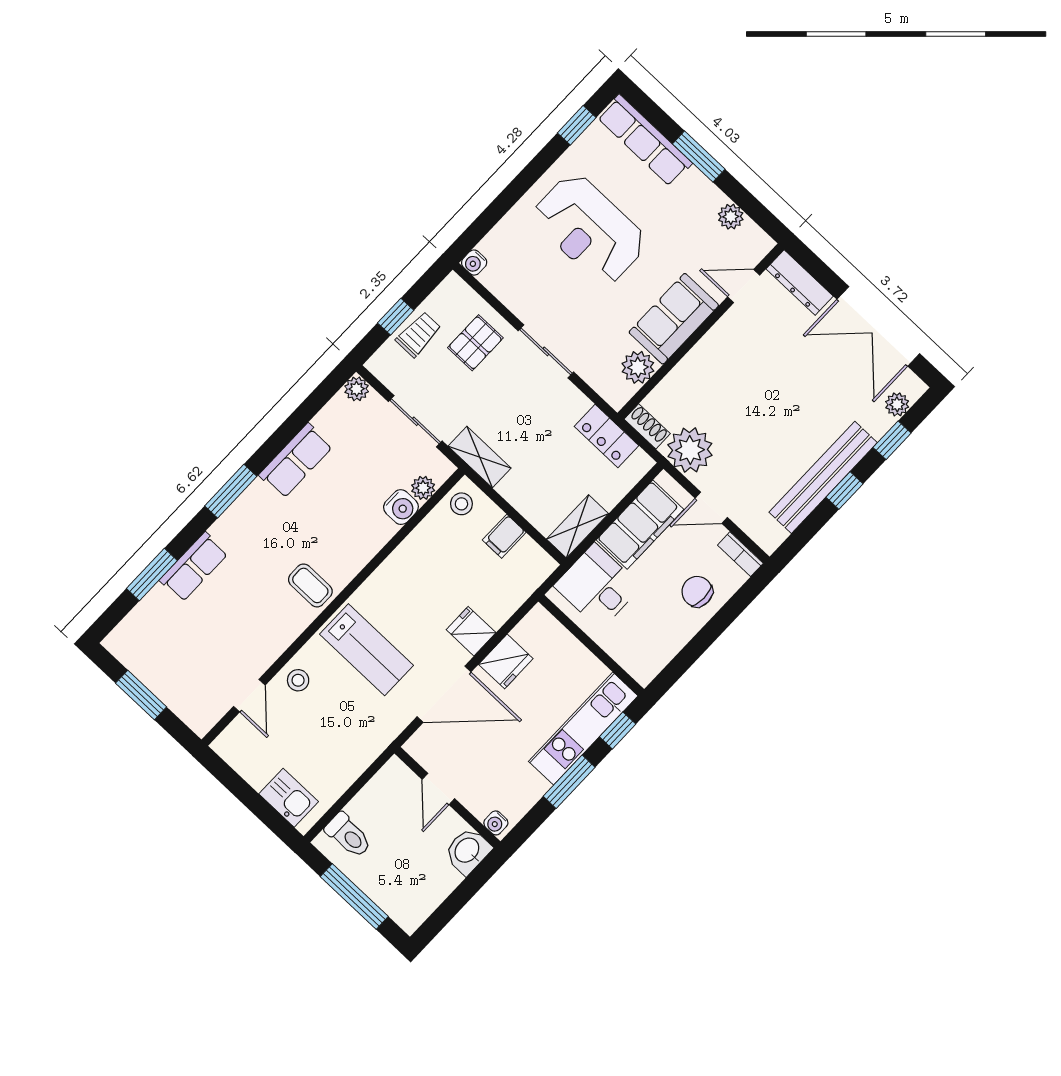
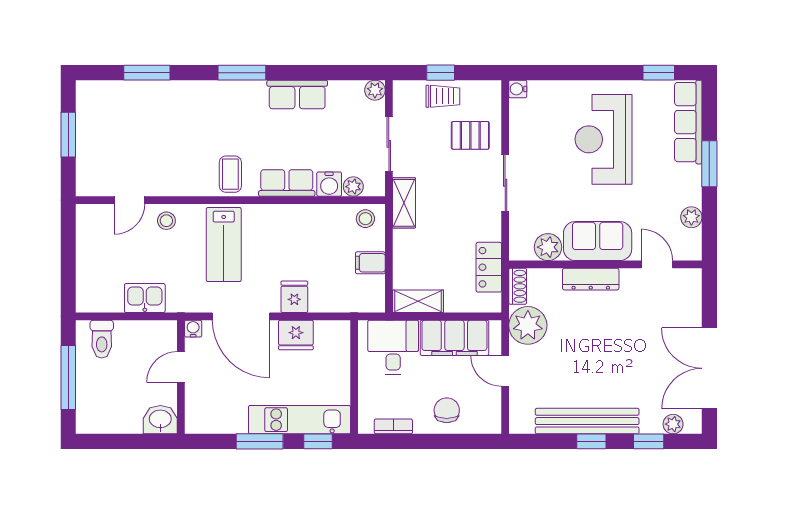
dresser: (800, 283) -> (591, 279), moved, turned -90
bookcase: (740, 554) -> (393, 426), moved, turned 90
row of seats: (194, 567) -> (287, 183), moved, turned 180
kitchen sink: (289, 798) -> (145, 298), moved, turned -90
water cooler: (496, 823) -> (193, 329), moved, turned 90

